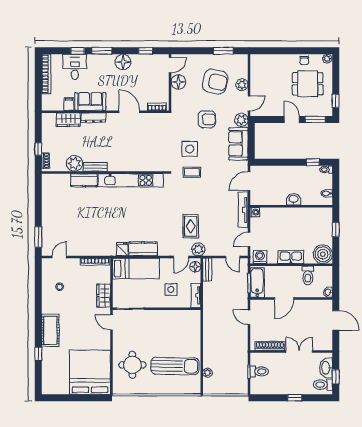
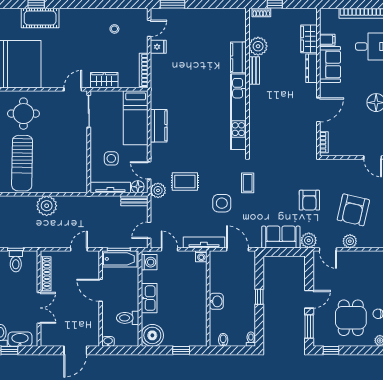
floor lamp: (178, 82) -> (353, 167), removed
side table: (190, 149) -> (222, 203), moved
window: (313, 162) -> (259, 297), moved
fridge: (122, 249) -> (158, 47), moved
door: (59, 257) -> (149, 28), hinge flipped
tv unit: (196, 295) -> (110, 187), width x1.41
cot: (50, 330) -> (40, 18), moved
plant: (207, 373) -> (47, 206), moved, width x1.88, depth x1.88

